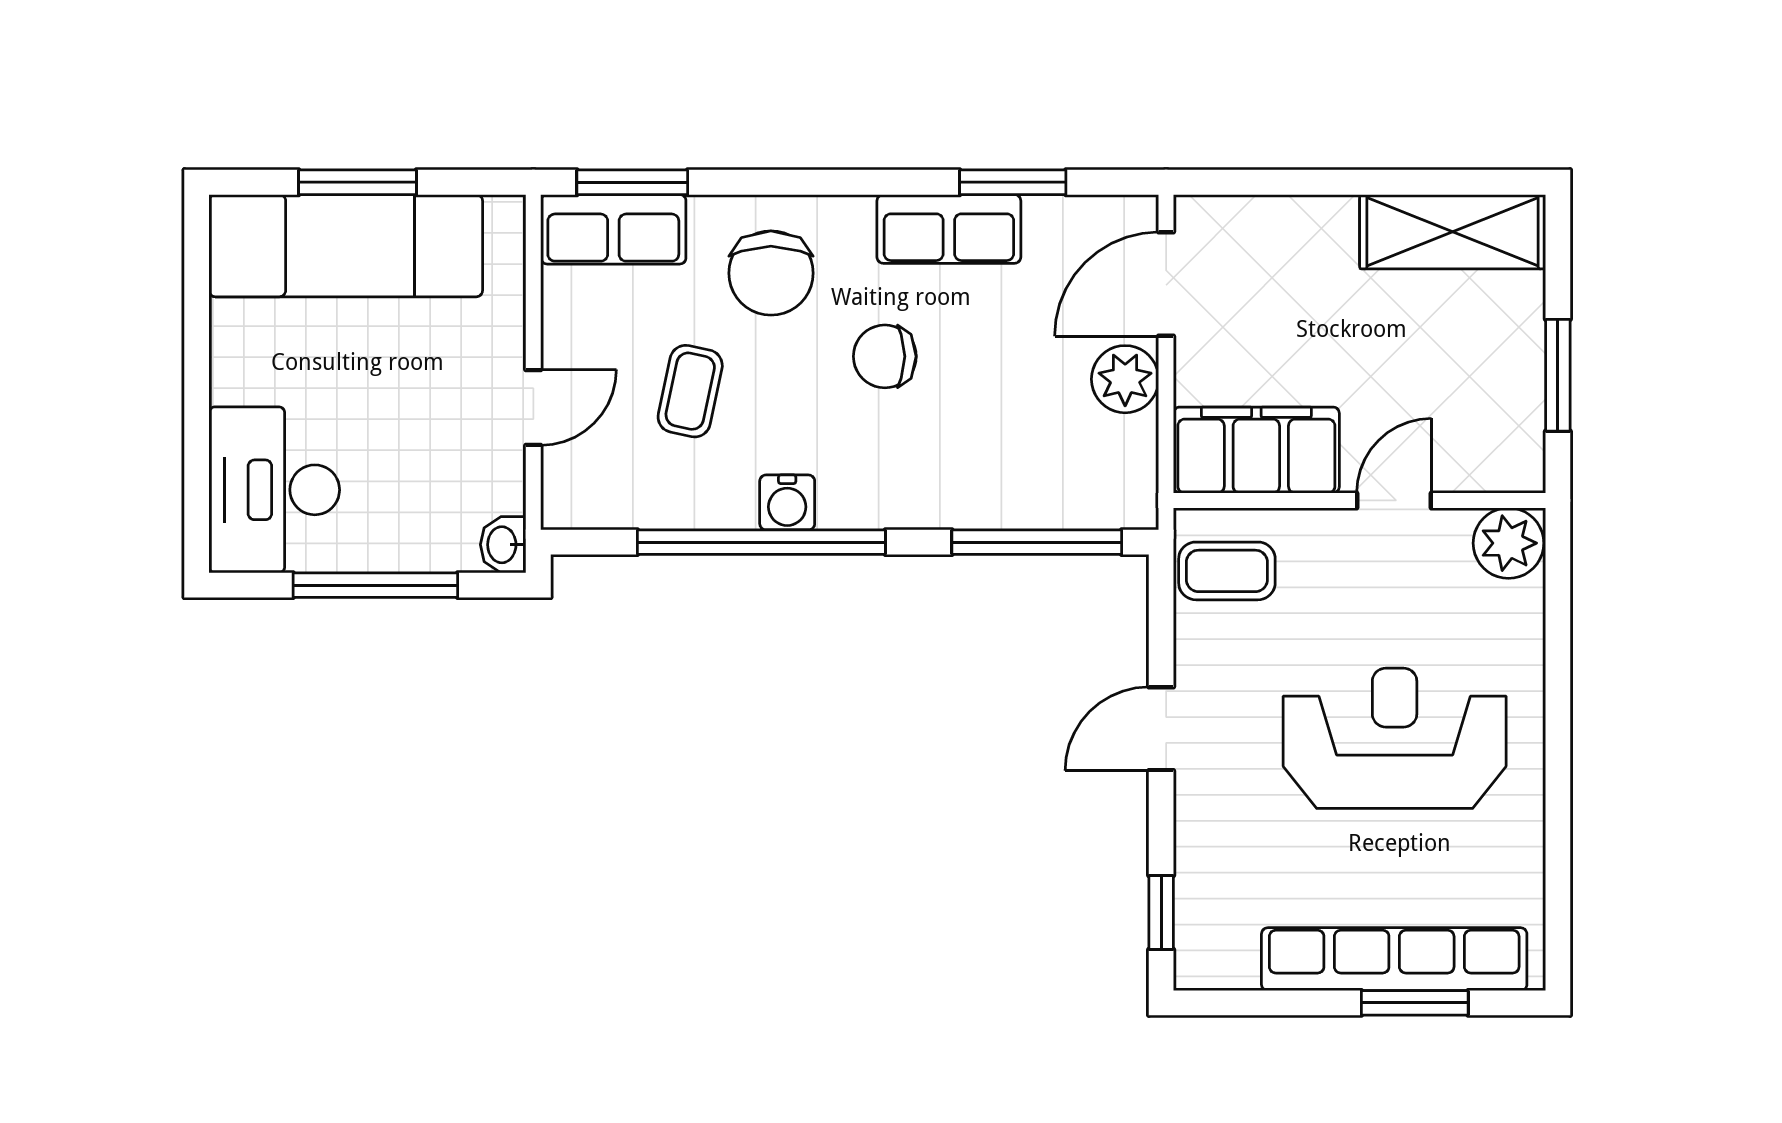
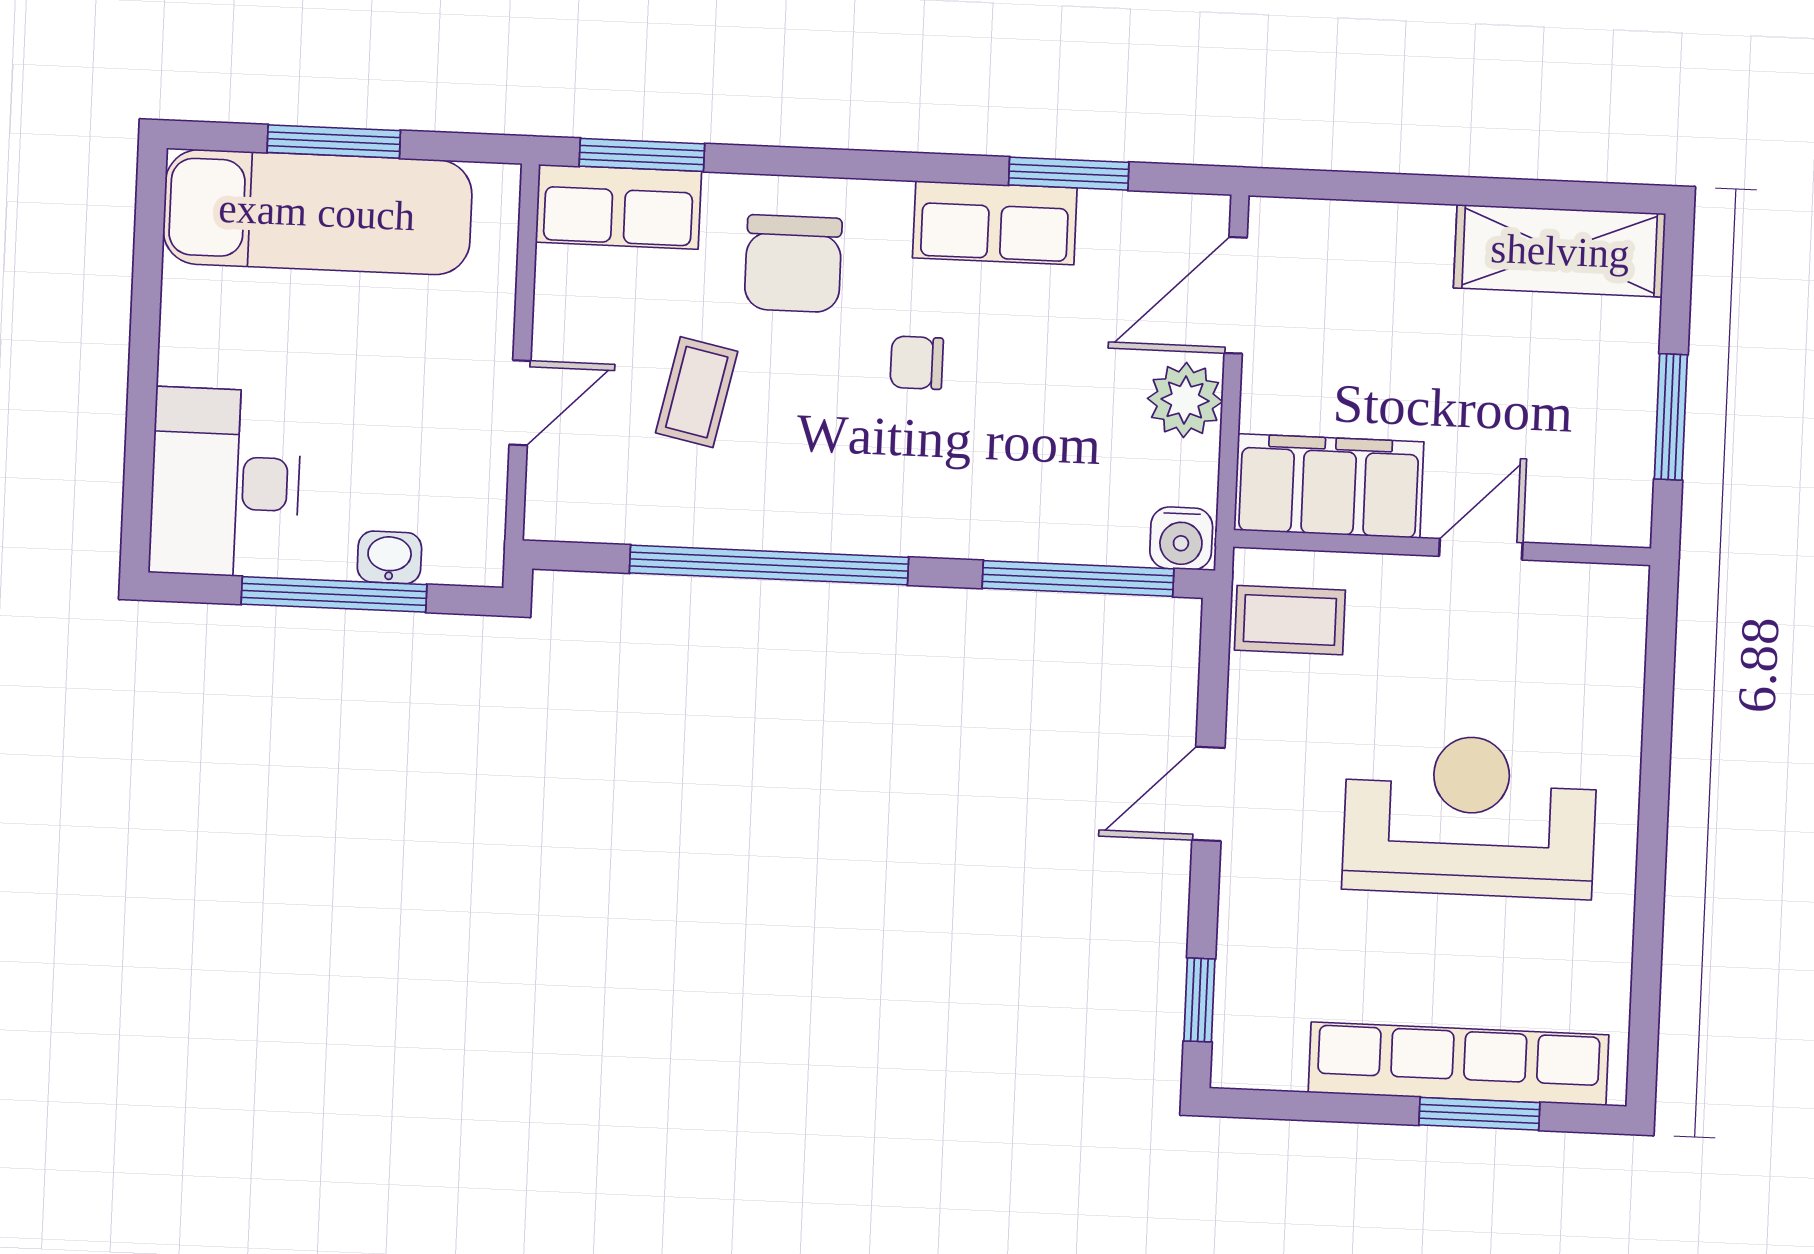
chair: (885, 356) -> (917, 363), width x0.73, depth x0.73
water cooler: (787, 502) -> (1181, 538), moved
plant: (1508, 543) -> (1607, 603), removed
washbasin: (503, 545) -> (389, 557), moved, turned 90

